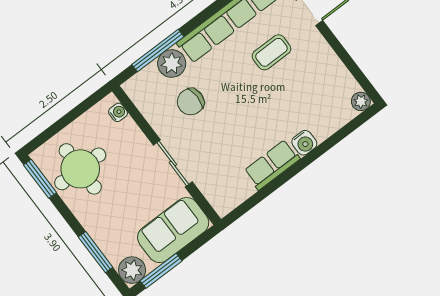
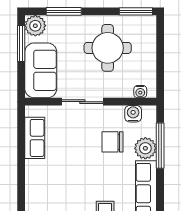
chair: (191, 102) -> (113, 142), turned -90
water cooler: (304, 143) -> (133, 114), moved, turned 90
row of seats: (272, 165) -> (35, 138), moved
round table: (80, 169) -> (108, 48), moved

